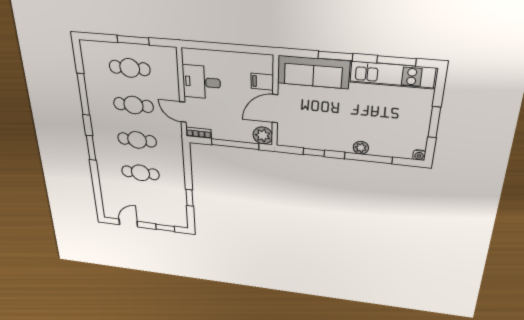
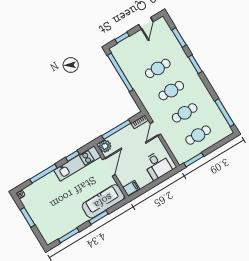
window: (133, 40) -> (194, 160), moved
kitchen unit: (392, 75) -> (77, 163), moved, turned 180
desk: (201, 82) -> (157, 165), moved, turned 90
filing cabinet: (262, 82) -> (131, 188), moved
window: (83, 94) -> (225, 113), moved
door: (183, 112) -> (155, 129), swing flipped
plant: (361, 148) -> (51, 177), removed
window: (97, 186) -> (179, 38), added
window: (189, 198) -> (120, 72), width x3.17

